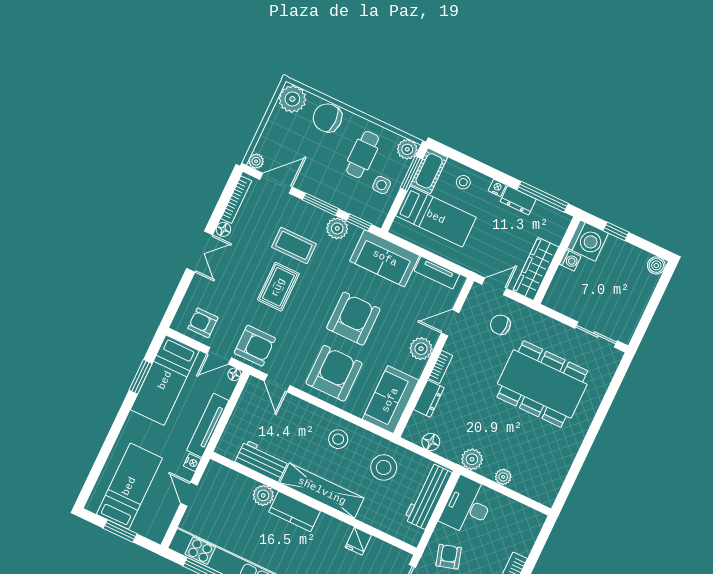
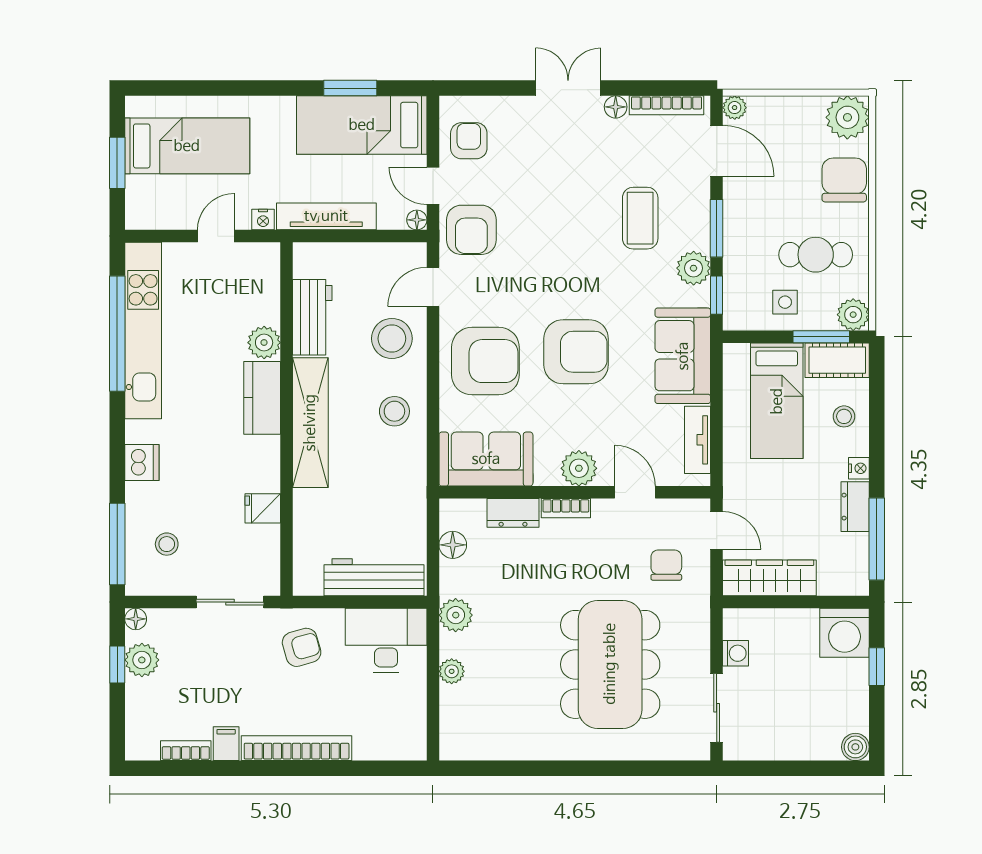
double door: (200, 252) -> (568, 88), swing flipped
washing machine: (570, 260) -> (736, 653), moved, turned -90
rug: (278, 287) -> (571, 224), removed
stool: (384, 467) -> (392, 339), moved

